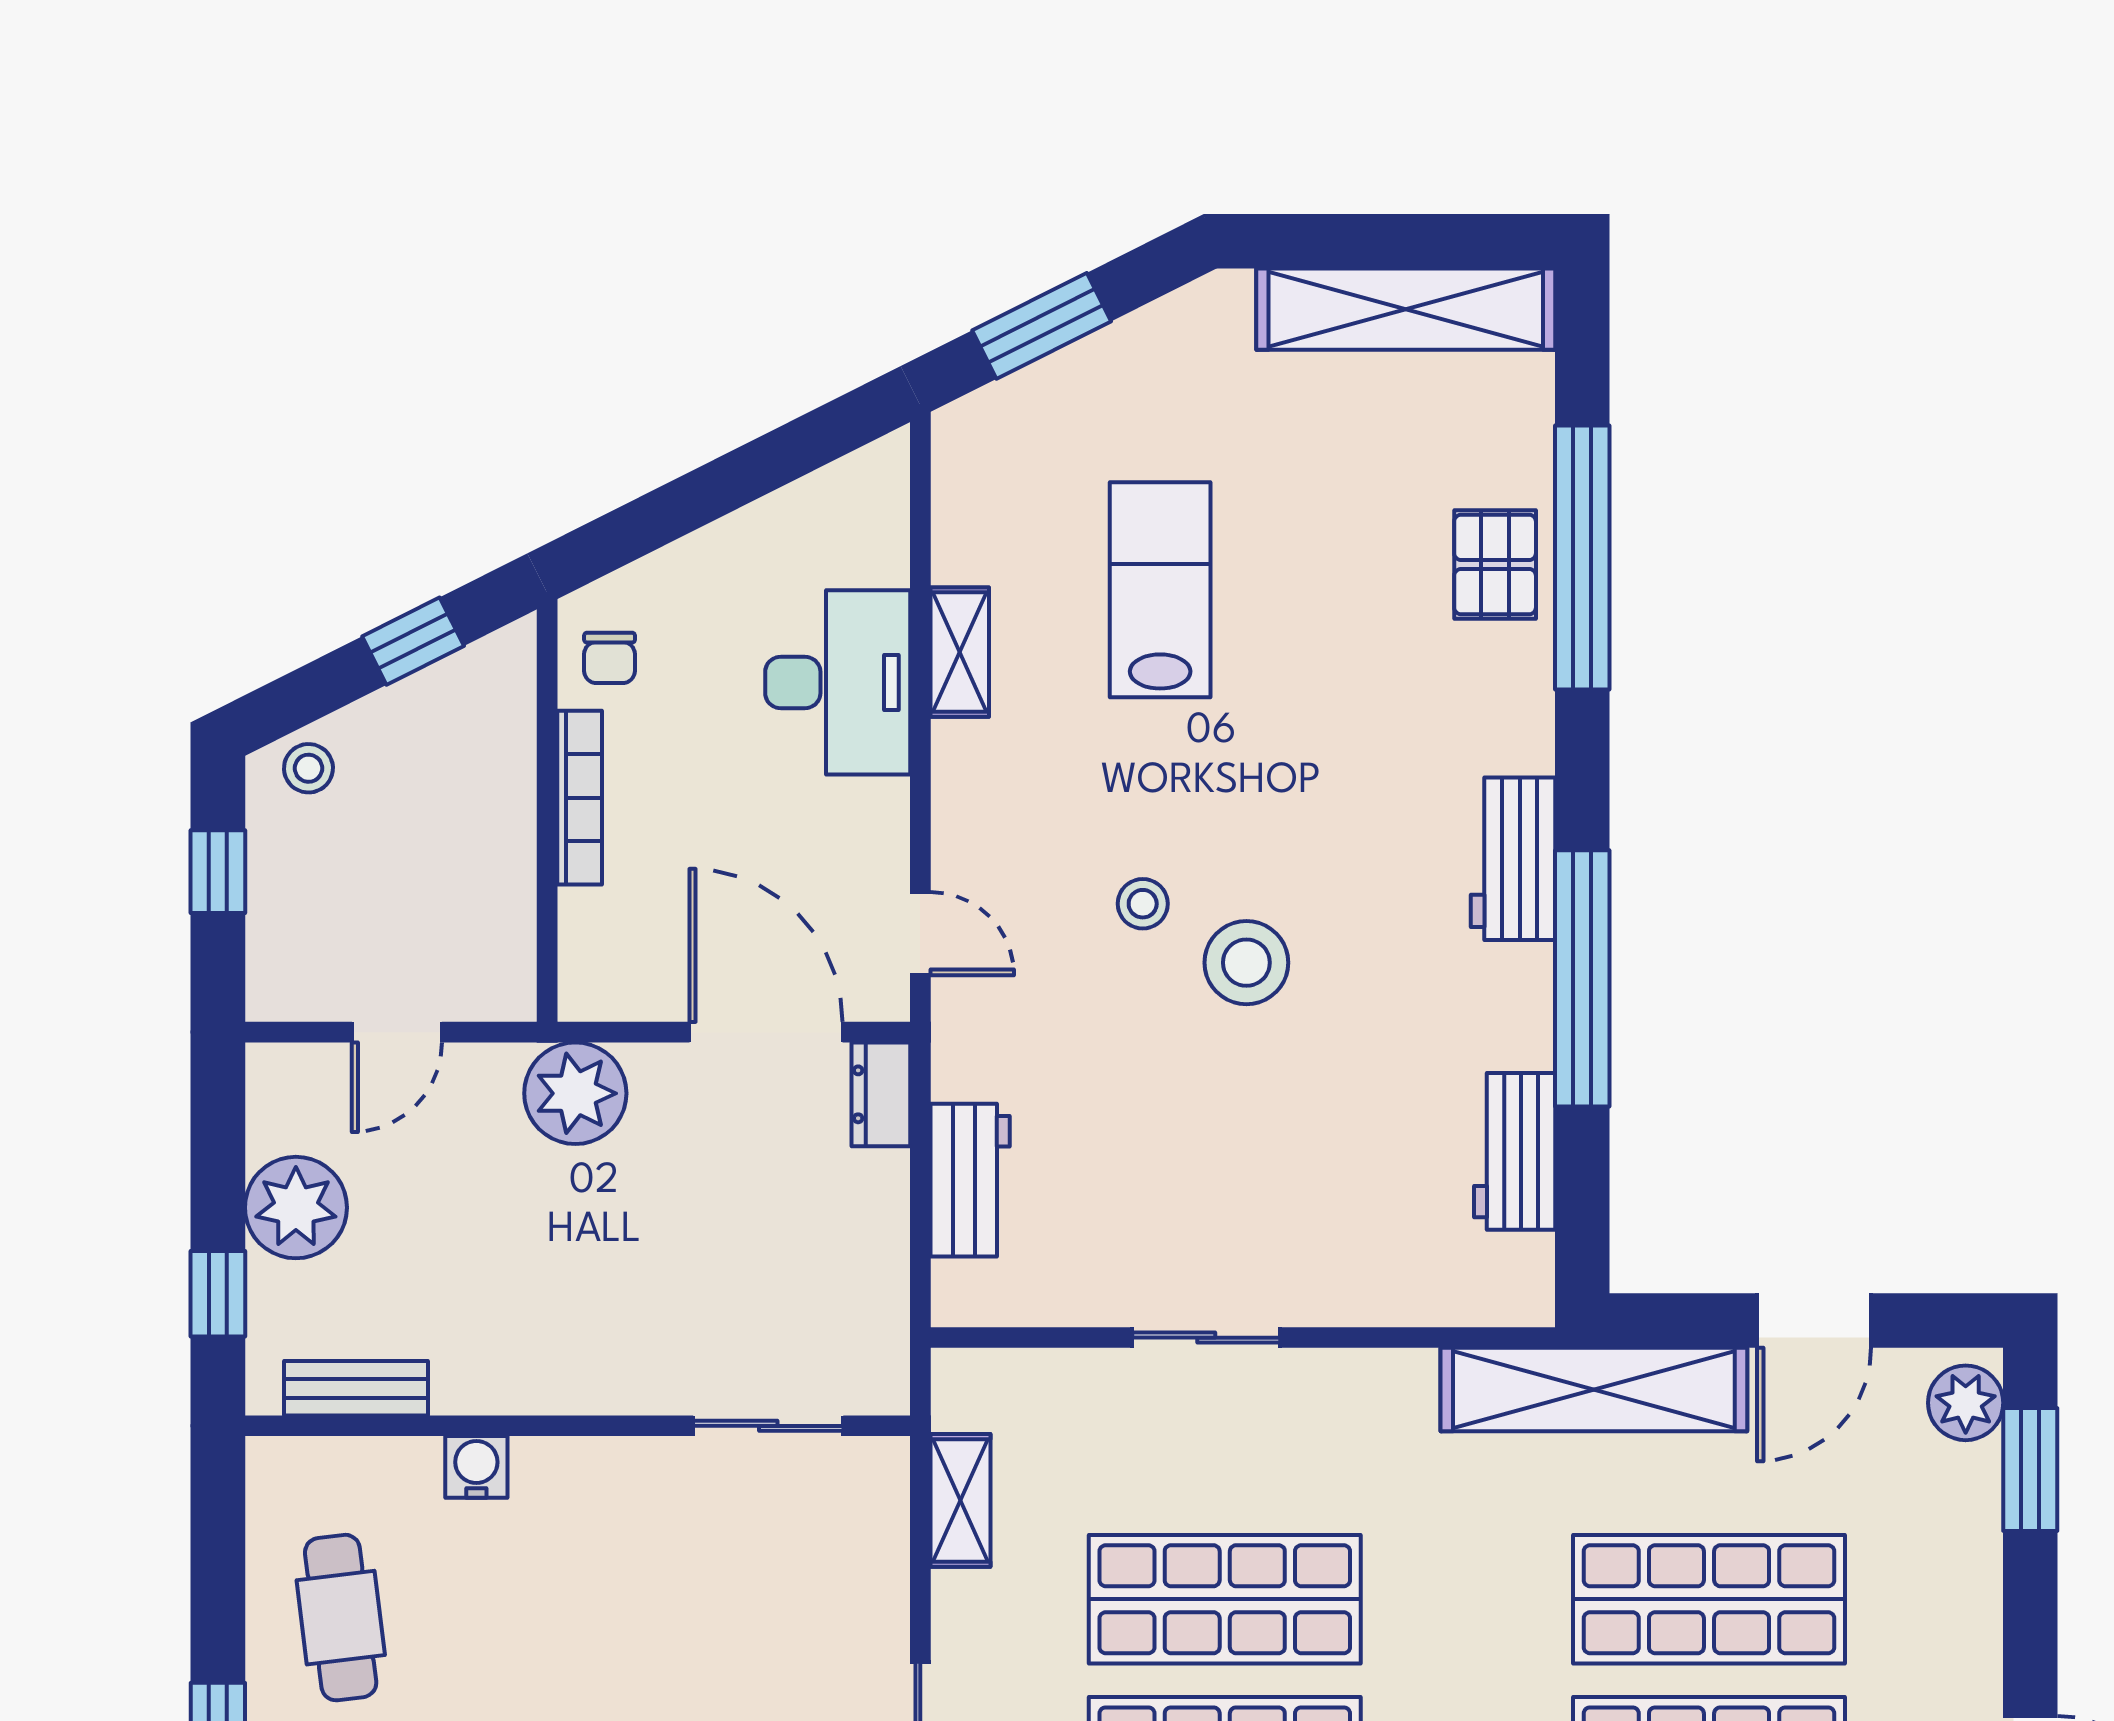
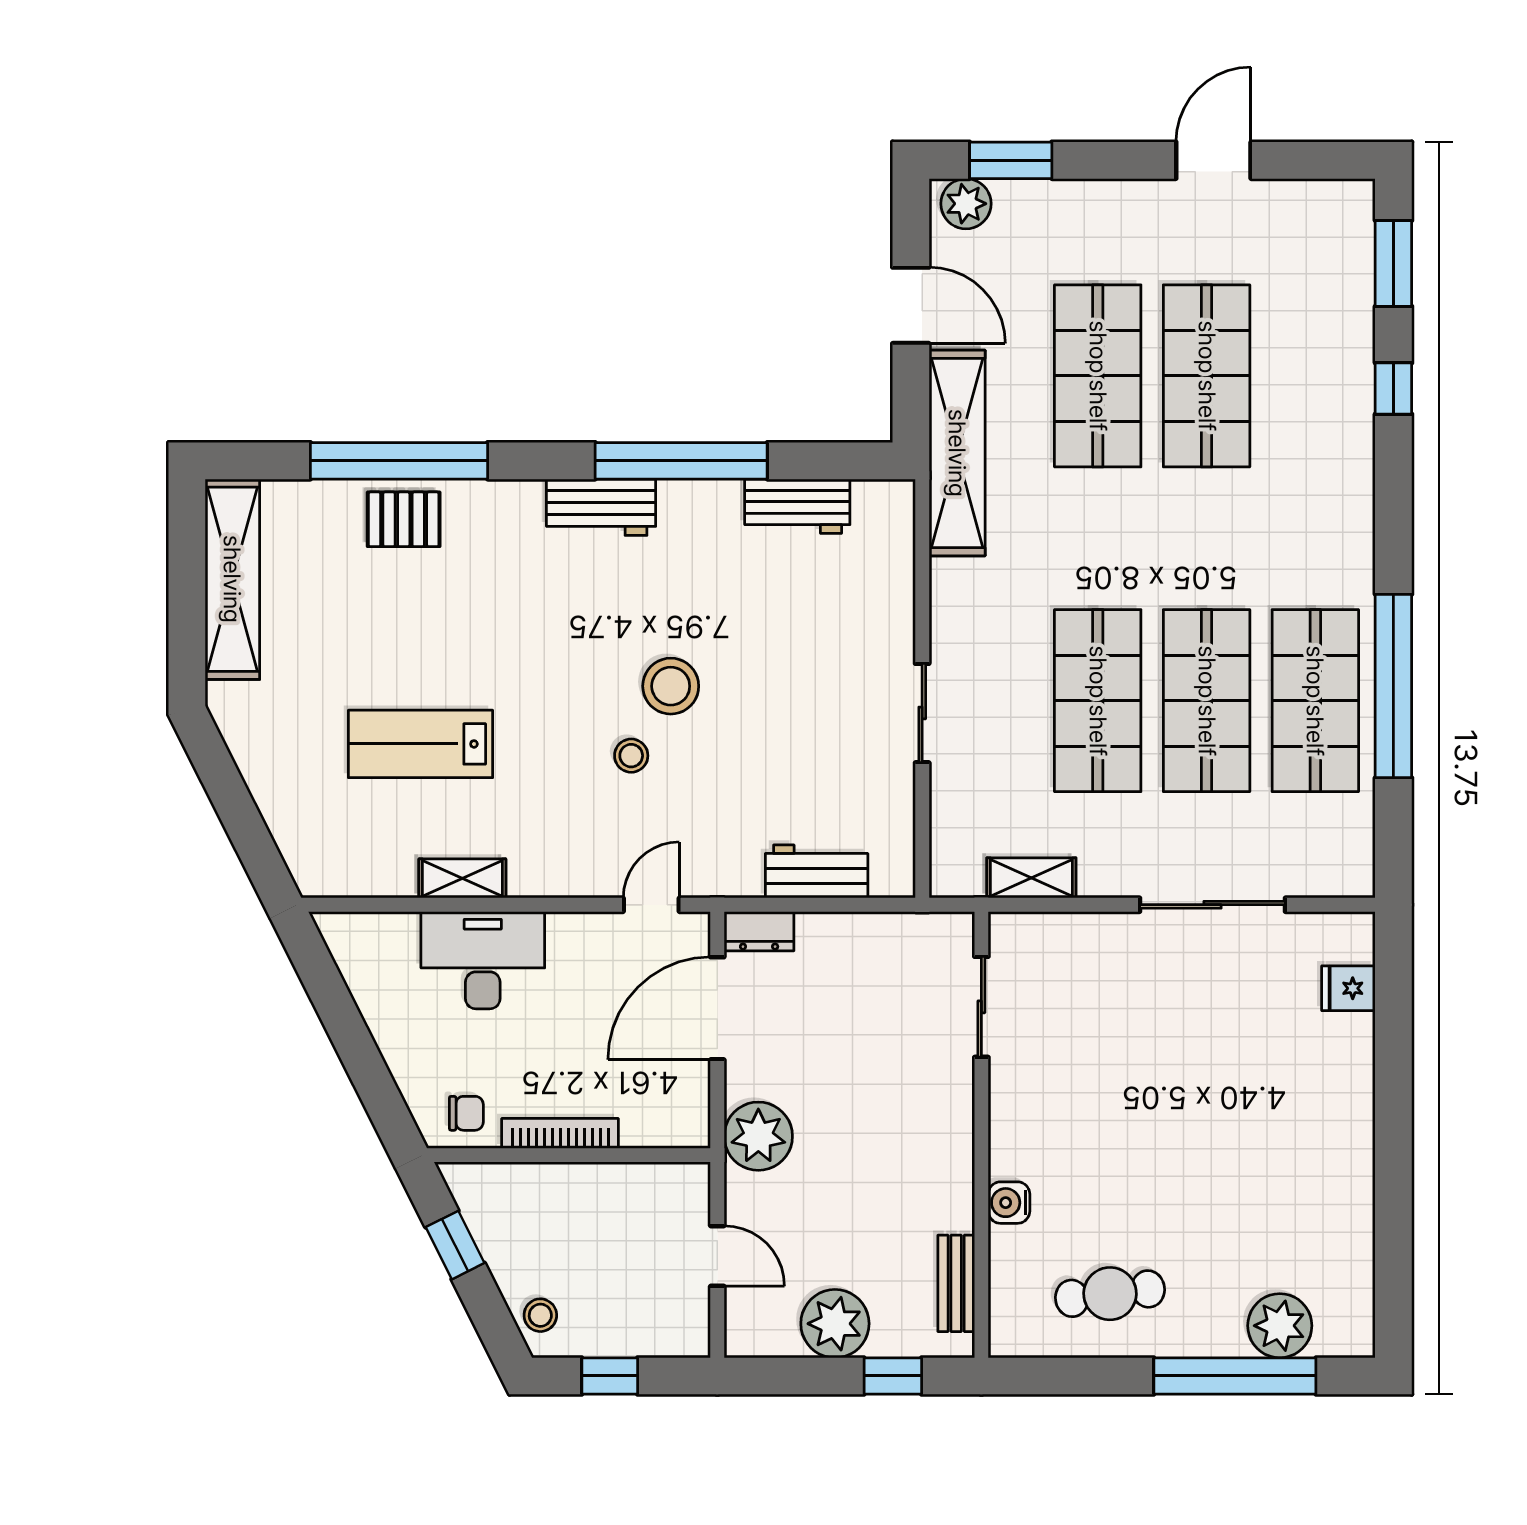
window: (1042, 326) -> (244, 823), removed

